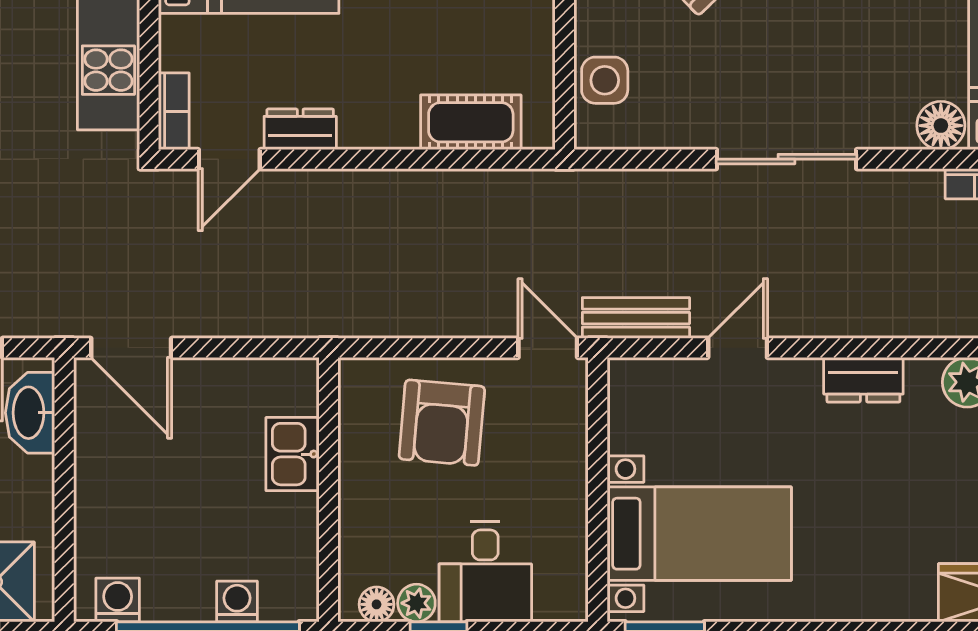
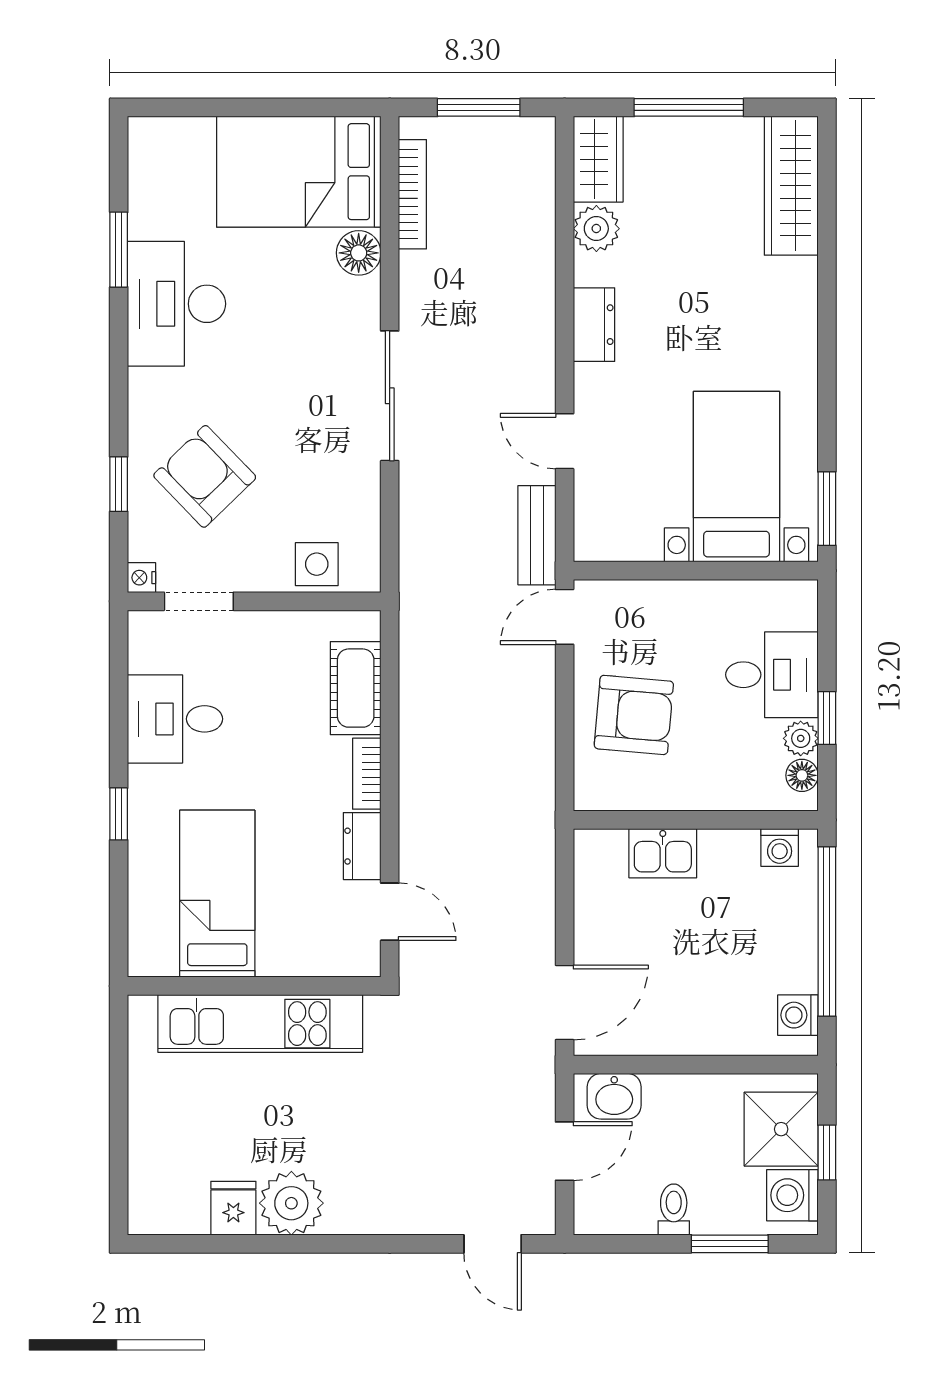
bookcase: (174, 111) -> (367, 774), moved, turned -90
washbasin: (30, 413) -> (614, 1096), width x0.72
washing machine: (237, 601) -> (780, 847), moved, turned -90

